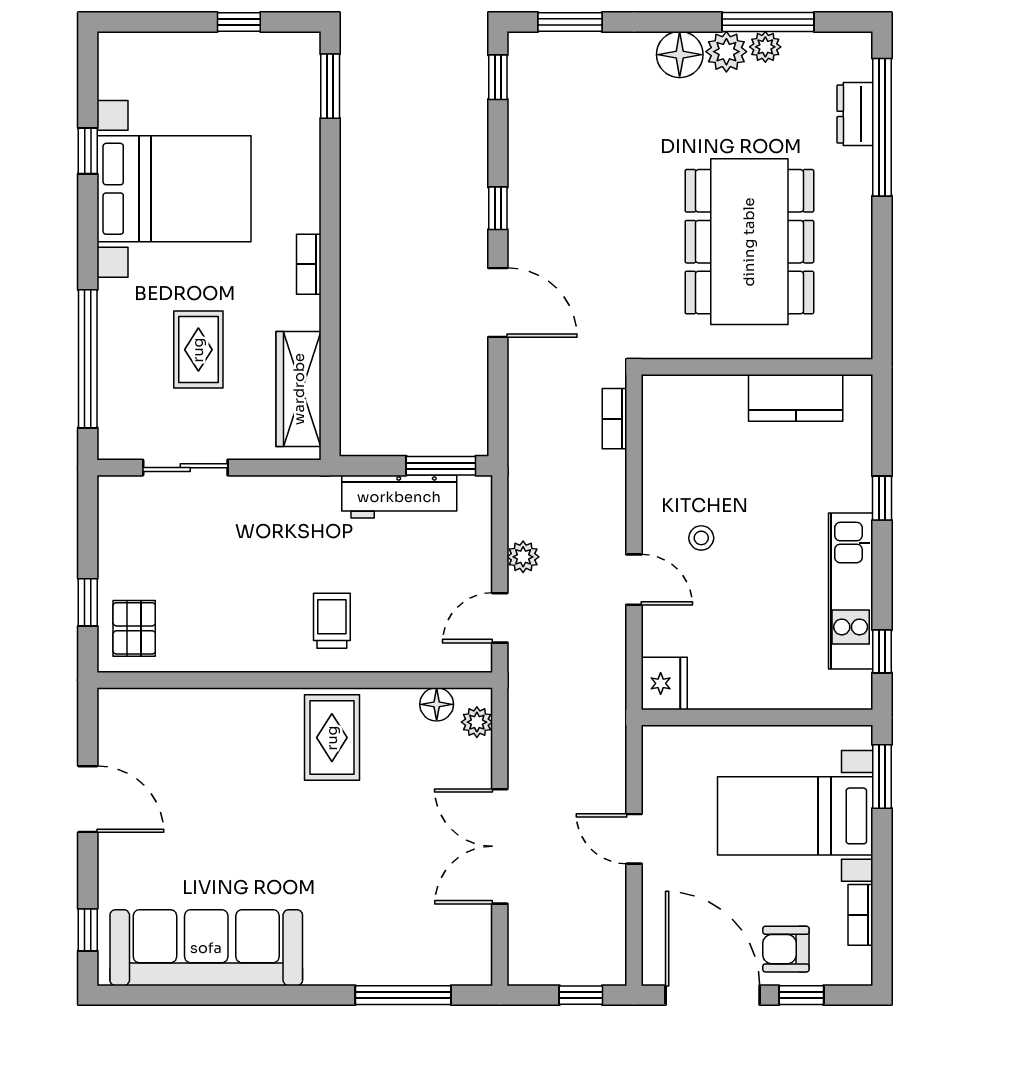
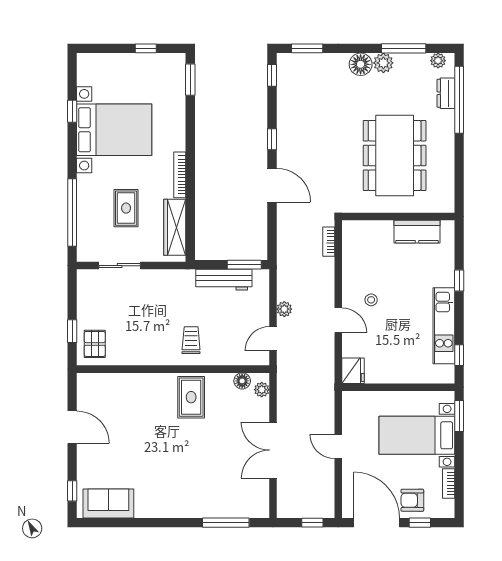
plant: (765, 47) -> (438, 61), moved
bookcase: (309, 264) -> (180, 175), width x1.56
sofa: (206, 948) -> (108, 503), width x0.54, depth x0.79

